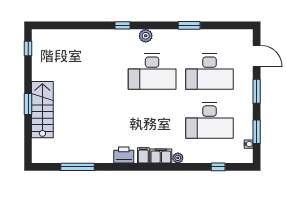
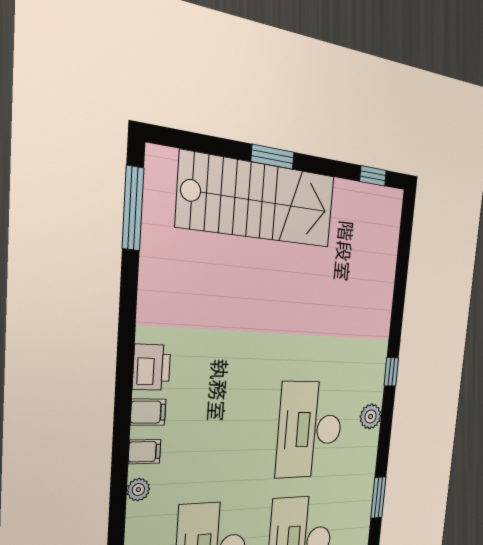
stairs: (42, 110) -> (258, 201), width x1.36, depth x1.51
filing cabinet: (161, 156) -> (145, 452), width x0.50
window: (78, 167) -> (133, 208), moved

